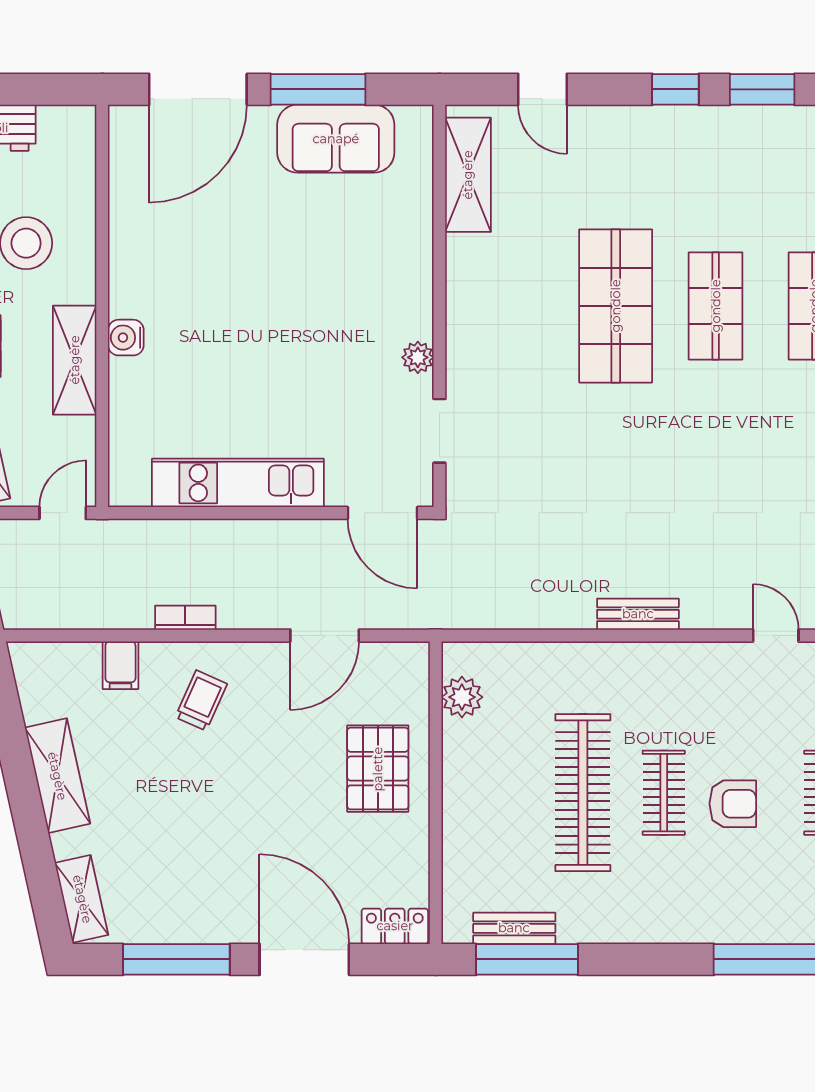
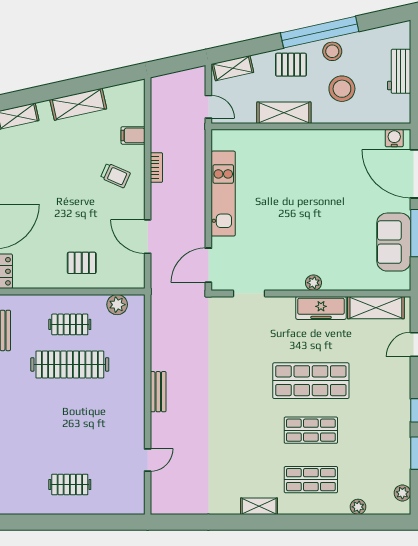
freezer: (469, 285) -> (321, 308), added
water cooler: (126, 338) -> (394, 138), moved
plant: (418, 357) -> (313, 283), moved
pallet: (378, 769) -> (82, 263), width x0.67, depth x0.71
clothes rail: (664, 793) -> (70, 324), moved
armchair: (733, 804) -> (64, 439), removed

